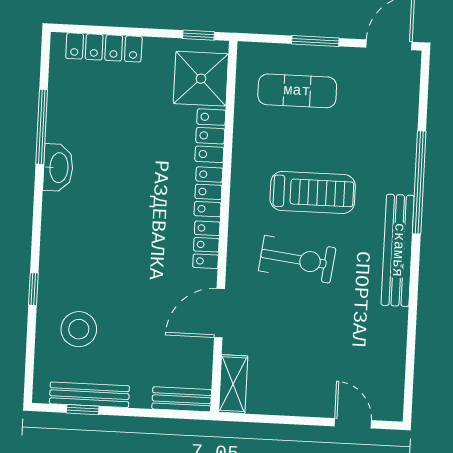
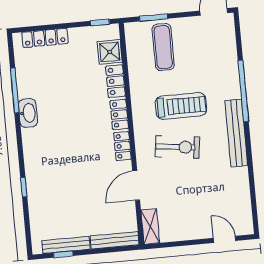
window: (315, 41) -> (154, 17), moved
shower: (201, 79) -> (110, 52), width x0.73, depth x0.73
exercise mat: (297, 91) -> (163, 47), turned 90
stool: (79, 329) -> (54, 207), removed
bench: (182, 399) -> (115, 240), width x1.36

